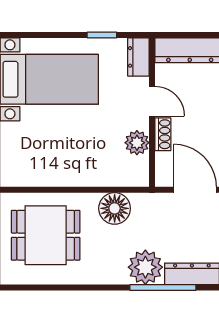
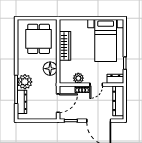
wardrobe: (62, 174) -> (65, 46), added

